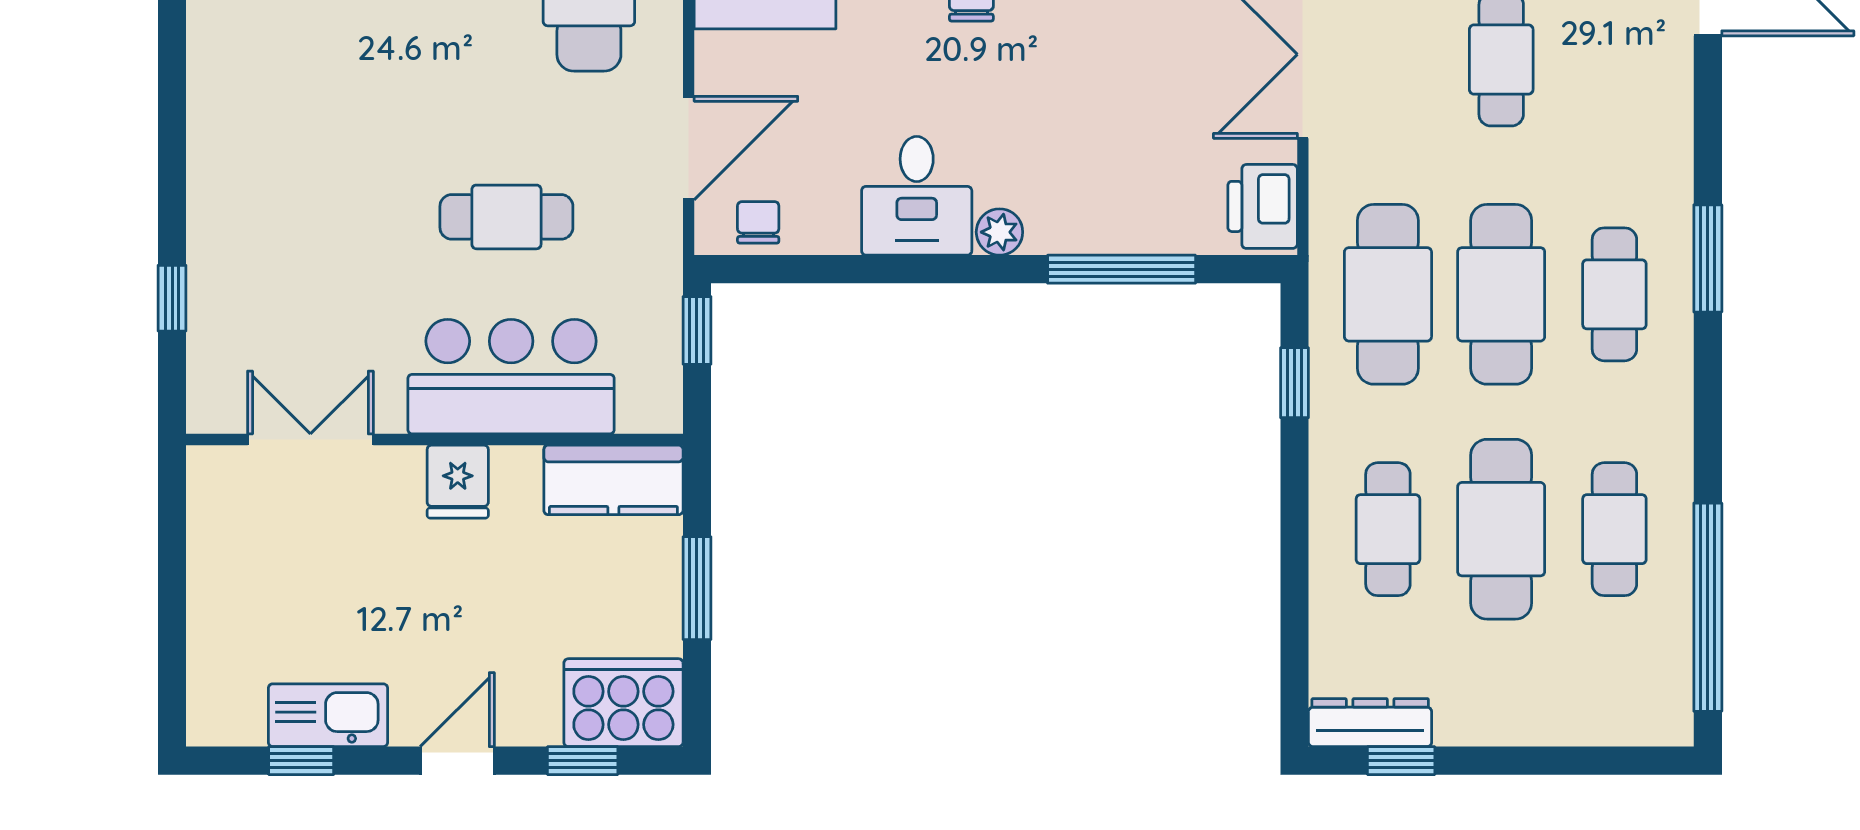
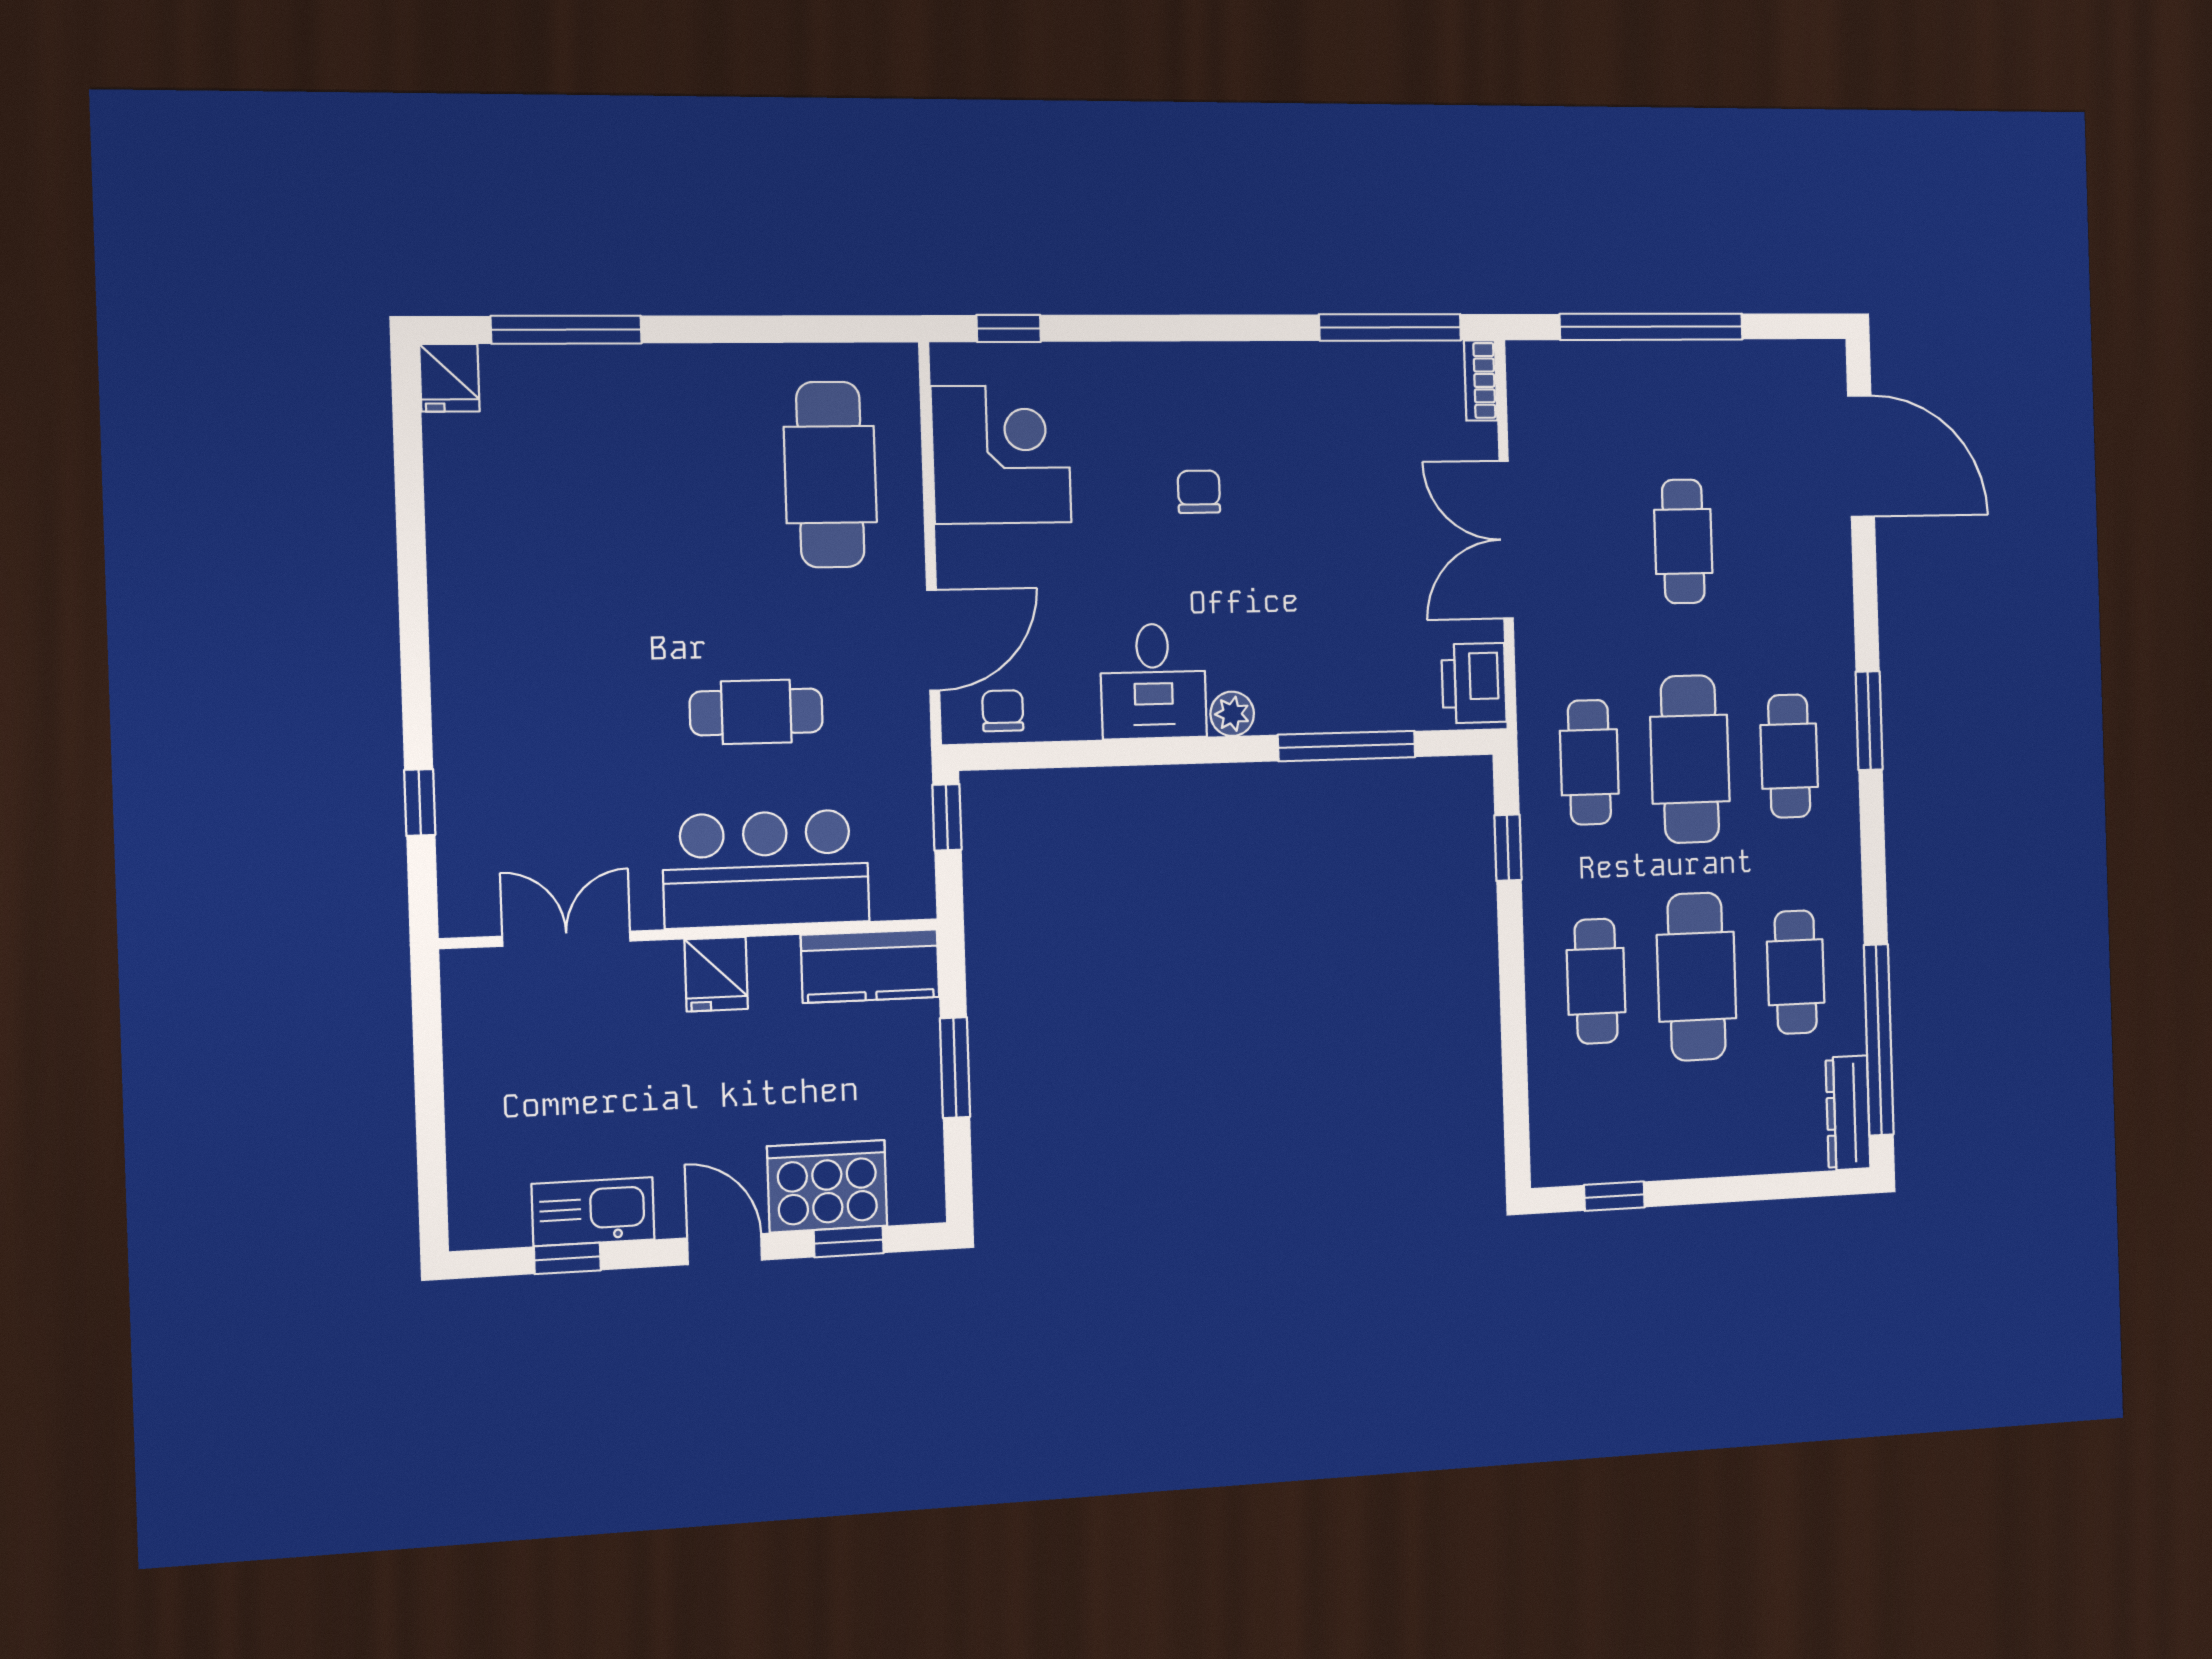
cafe table: (1388, 294) -> (1589, 762), width x0.73, depth x0.74
cooker: (623, 703) -> (827, 1186), moved
dresser: (1370, 723) -> (1848, 1113), moved, turned -90
door: (457, 761) -> (725, 1249), hinge flipped

